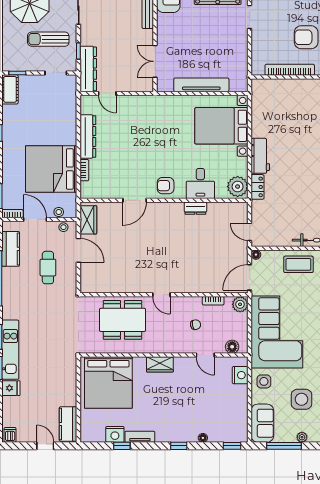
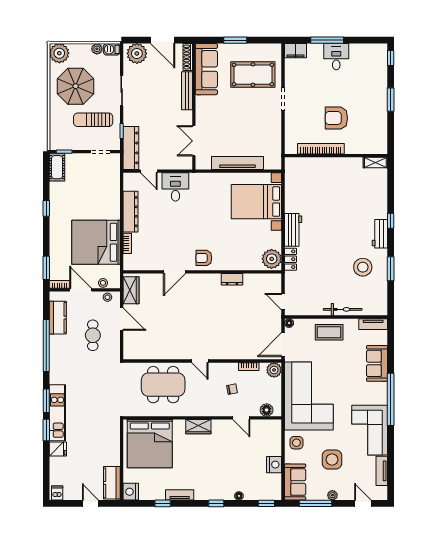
desk: (200, 183) -> (175, 187), moved, turned 180
nightstand: (240, 375) -> (274, 465), moved
nightstand: (115, 434) -> (131, 492), moved, turned 90

